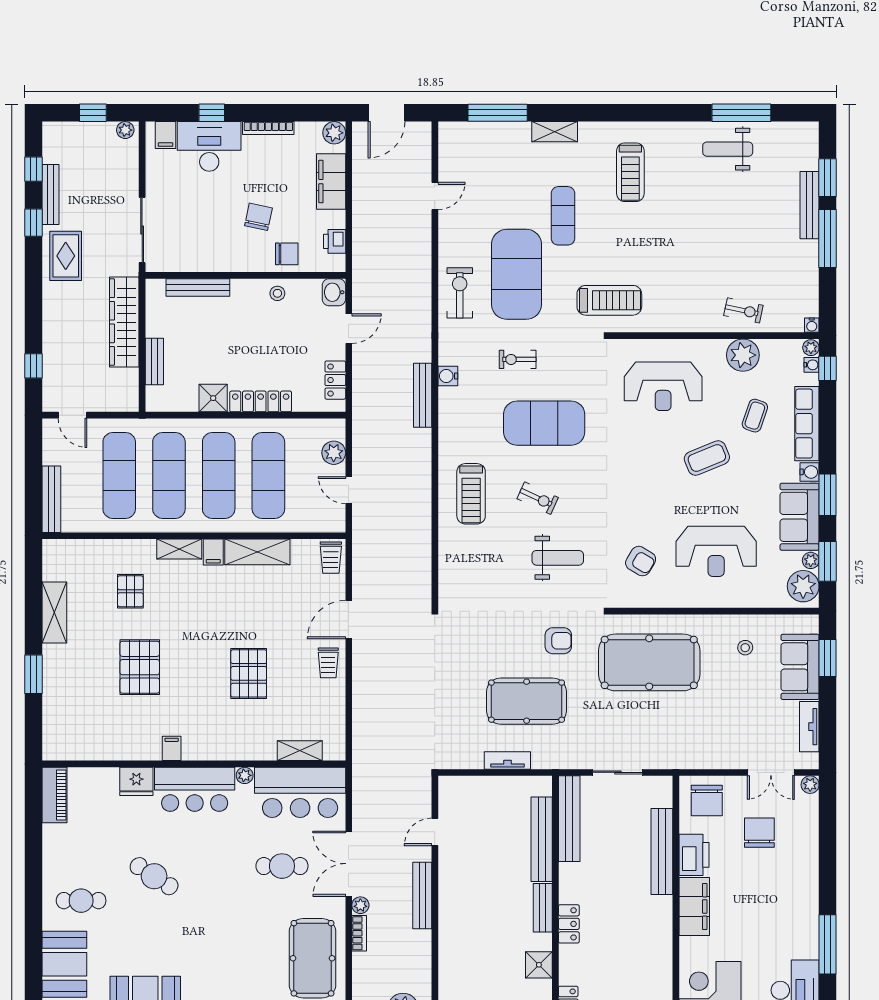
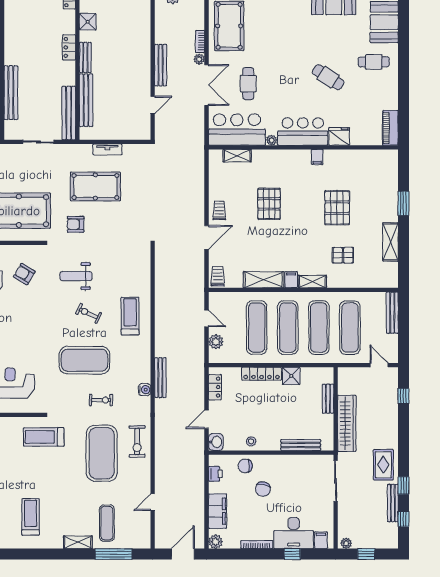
exercise mat: (563, 216) -> (107, 523), moved
pallet: (130, 591) -> (343, 255), turned 90
cafe table: (282, 866) -> (248, 84), turned 90

